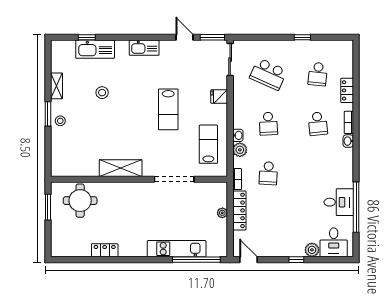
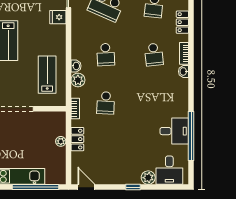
fridge: (219, 97) -> (58, 17), moved
locker: (239, 210) -> (77, 139), width x0.66

